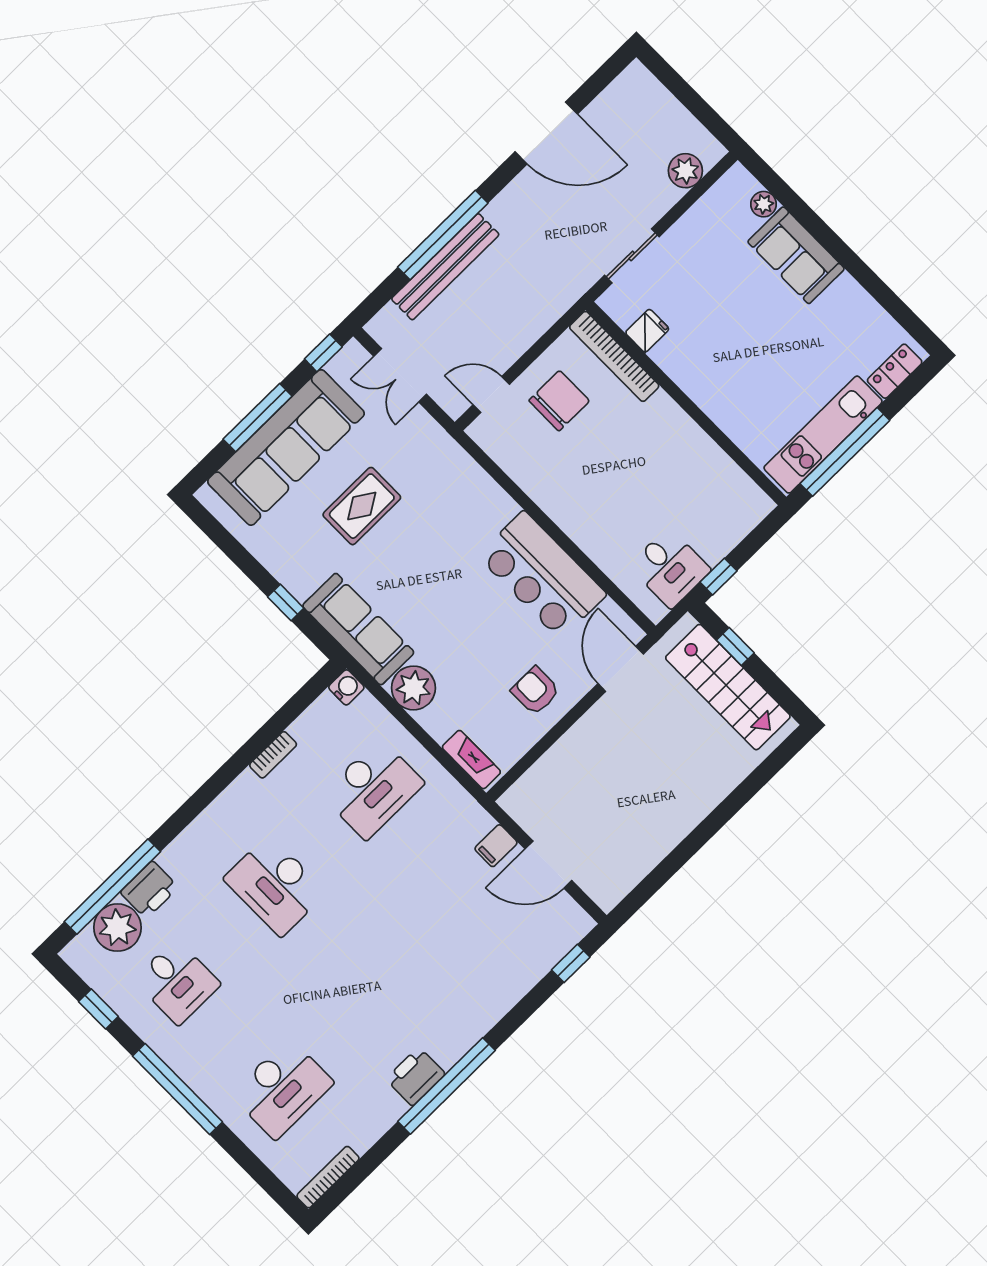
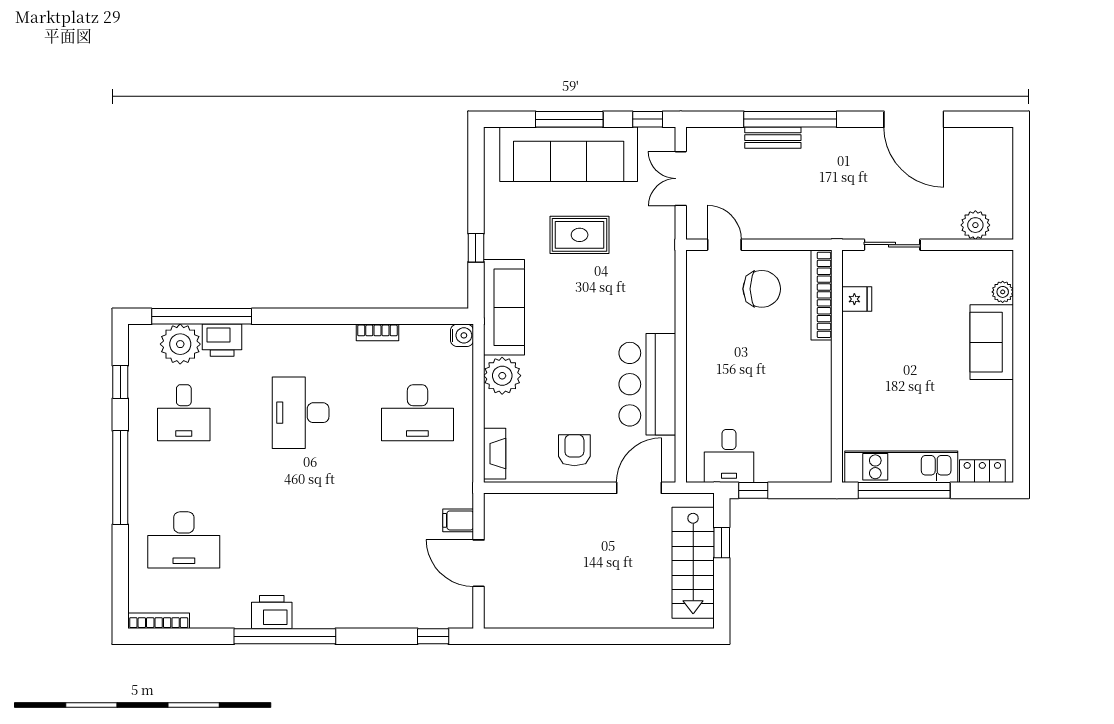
bench: (445, 267) -> (773, 138), width x0.54, depth x0.82

